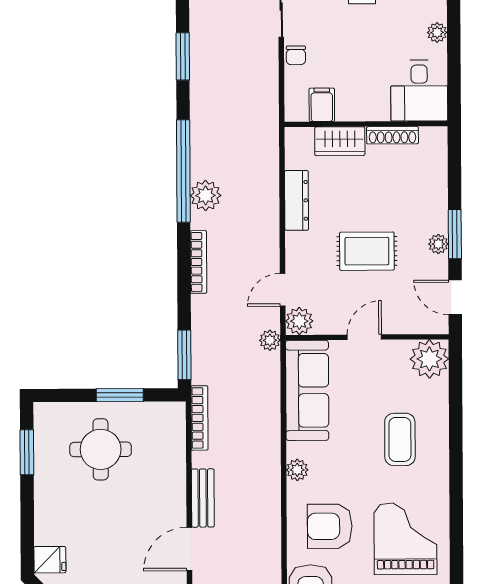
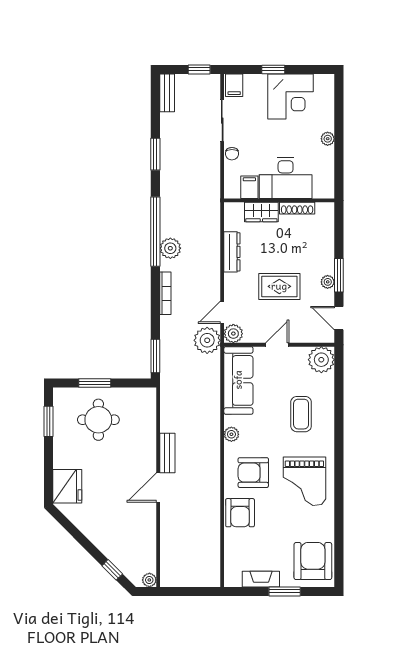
desk: (419, 91) -> (286, 178), moved, width x1.37
plant: (270, 340) -> (207, 340), width x1.88, depth x1.88
window: (120, 395) -> (95, 383), moved
bookcase: (200, 418) -> (165, 399), removed
grand piano: (405, 539) -> (304, 481), turned 180
fridge: (50, 560) -> (67, 486), width x1.88, depth x1.34

